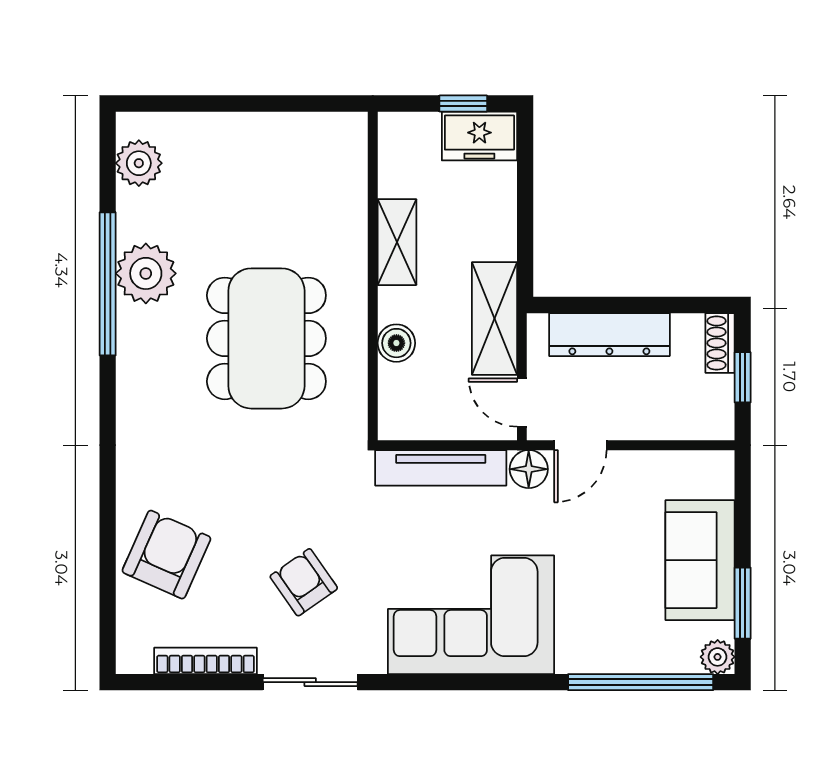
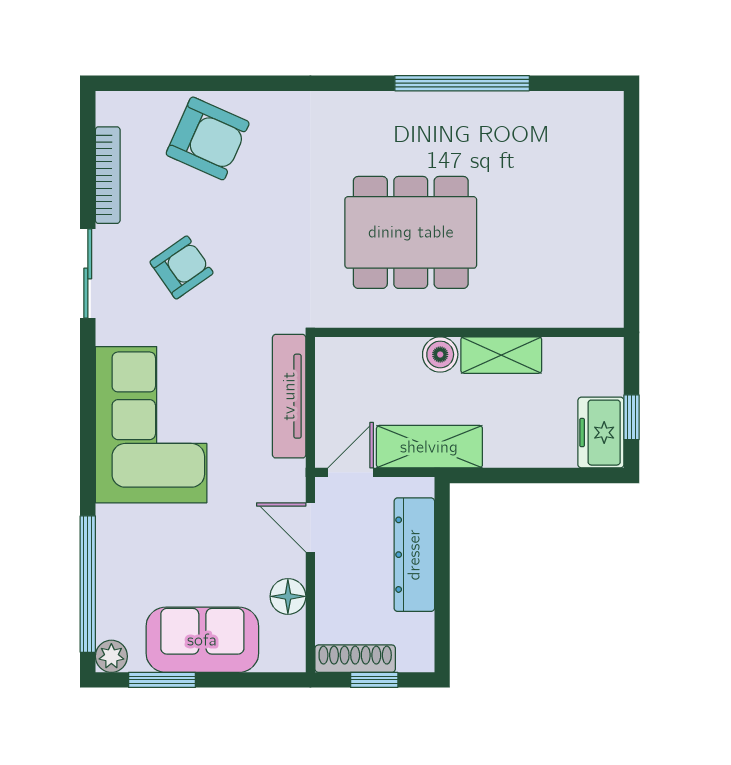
plant: (139, 163) -> (575, 112), removed
plant: (146, 273) -> (472, 119), removed
boiler: (396, 343) -> (440, 354), moved
shoe rack: (720, 343) -> (355, 659), moved, width x1.43
floor lamp: (529, 469) -> (288, 596), moved

